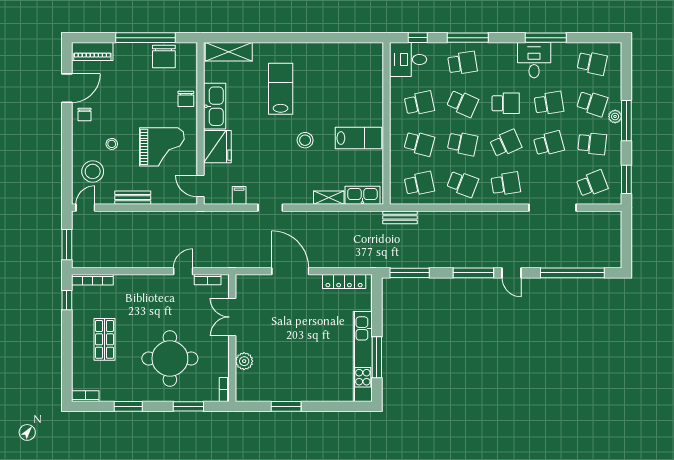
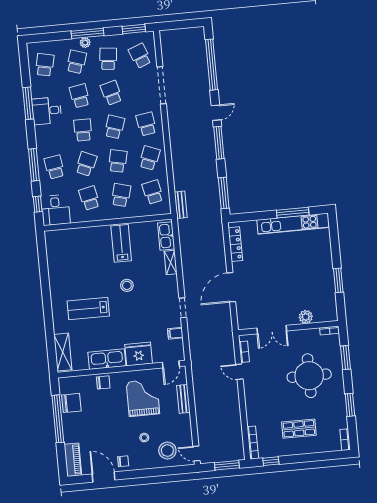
school desk: (506, 144) -> (115, 127), turned 42
bench: (133, 198) -> (183, 399), moved

